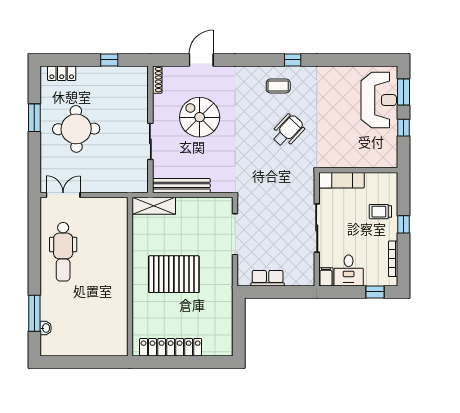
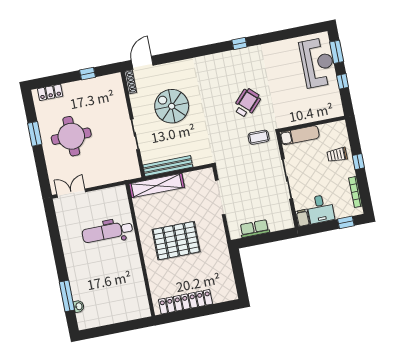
door: (201, 60) -> (142, 63), moved
coffee table: (278, 86) -> (259, 137), moved
shelving: (154, 206) -> (157, 186), width x1.47
dental chair: (63, 252) -> (107, 232), moved, turned 90

